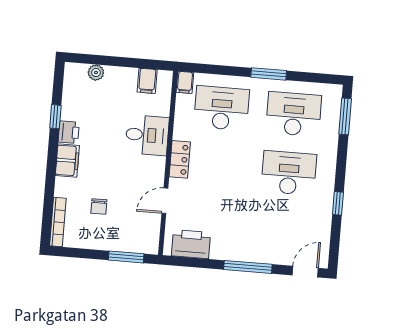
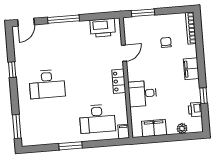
filing cabinet: (147, 81) -> (154, 128), width x2.00
desk: (294, 114) -> (50, 123), removed
printer: (69, 132) -> (195, 110), moved

